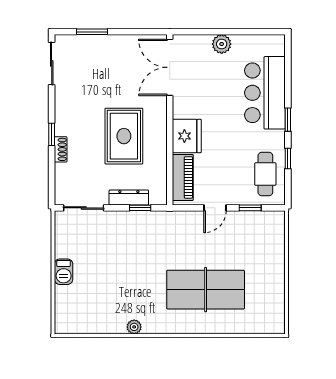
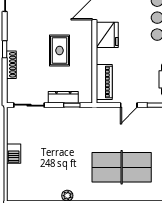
rug: (124, 136) -> (60, 51), width x0.73, depth x0.70
fridge: (187, 136) -> (107, 35), moved
shoe rack: (61, 149) -> (11, 65), width x1.43

